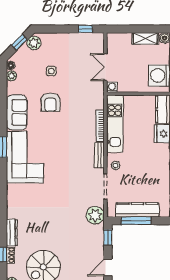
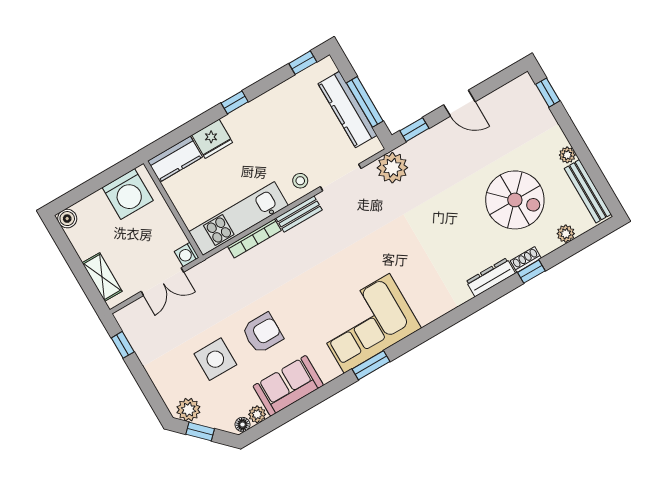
shelving: (145, 38) -> (102, 277), moved
side table: (51, 71) -> (215, 359), width x1.87, depth x1.87
sofa: (17, 112) -> (288, 386), moved

